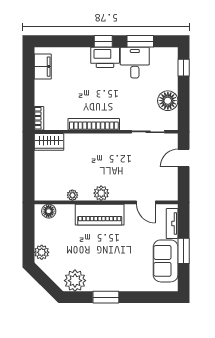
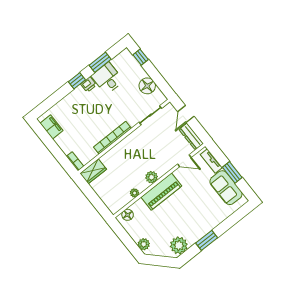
printer: (105, 57) -> (89, 85), width x0.53, depth x0.68
dresser: (171, 184) -> (191, 137), added

